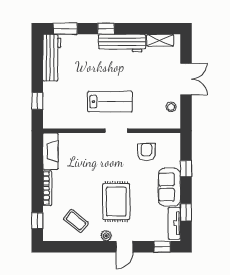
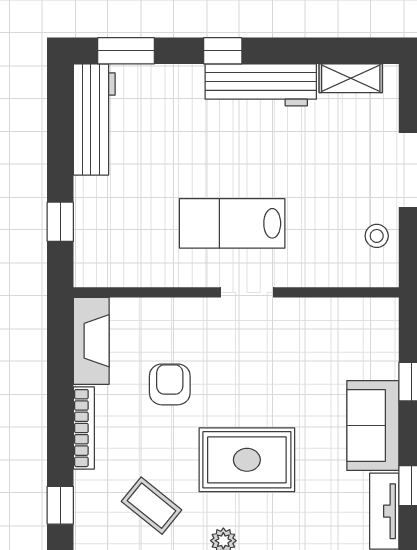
lab bench: (110, 102) -> (232, 223), turned 180
armchair: (146, 152) -> (170, 384), moved
rug: (116, 202) -> (247, 460), turned 90

